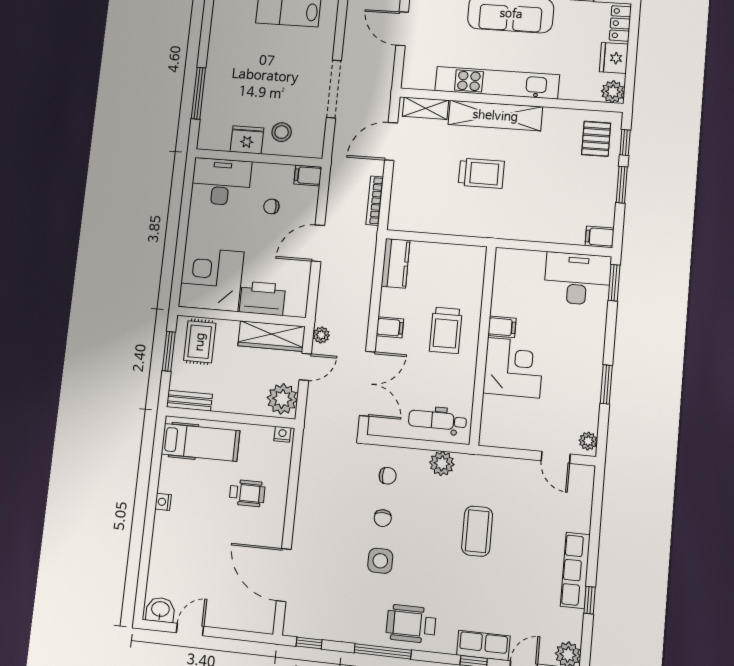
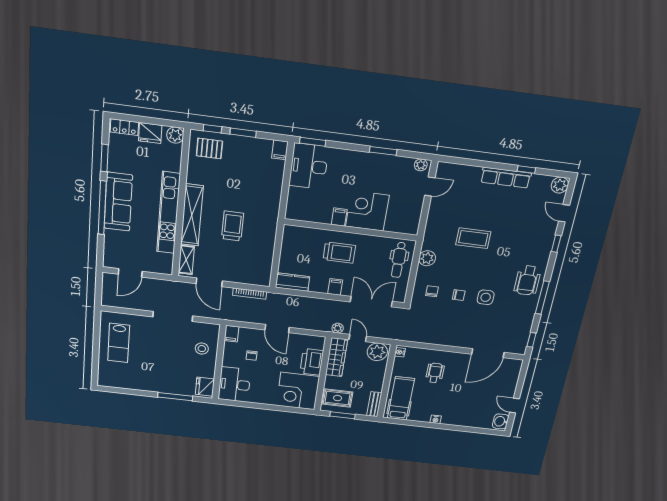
fridge: (247, 140) -> (205, 387), moved
row of seats: (483, 646) -> (547, 237), removed

